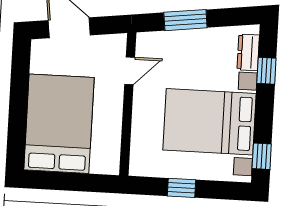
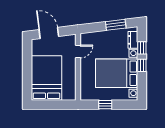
window: (185, 20) -> (116, 25), moved
window: (262, 156) -> (142, 65), moved

